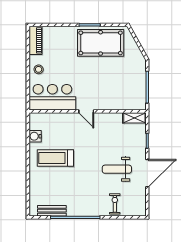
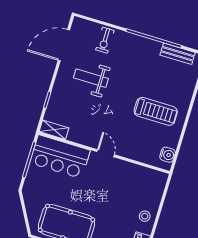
bar counter: (52, 97) -> (60, 157), moved
water cooler: (35, 136) -> (168, 155), moved
weight bench: (117, 169) -> (91, 78), turned 180
door: (147, 173) -> (64, 45), moved

